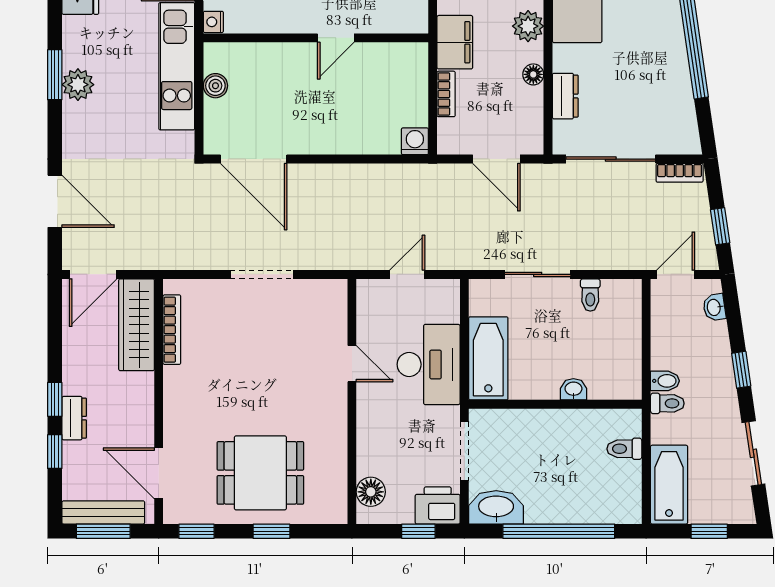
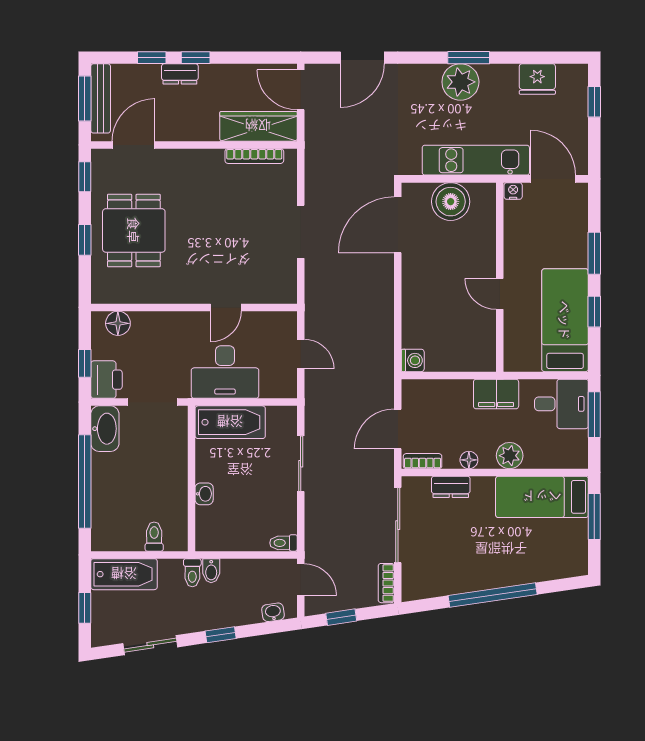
plant: (78, 85) -> (460, 82), width x1.36, depth x1.36
boiler: (215, 86) -> (451, 202), width x1.86, depth x1.86
bookcase: (446, 94) -> (423, 461), moved, turned 180
toilet: (590, 295) -> (283, 543), moved

